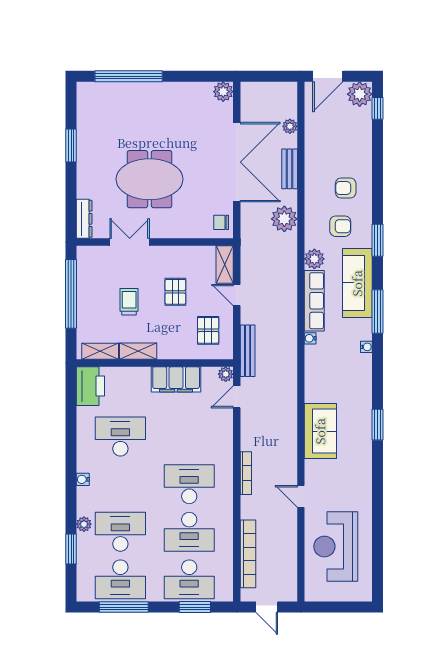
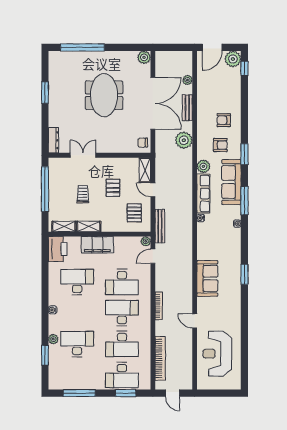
meeting table: (150, 179) -> (104, 95), moved, turned 90
filing cabinet: (176, 379) -> (97, 245), moved
desk: (120, 579) -> (122, 282), moved

